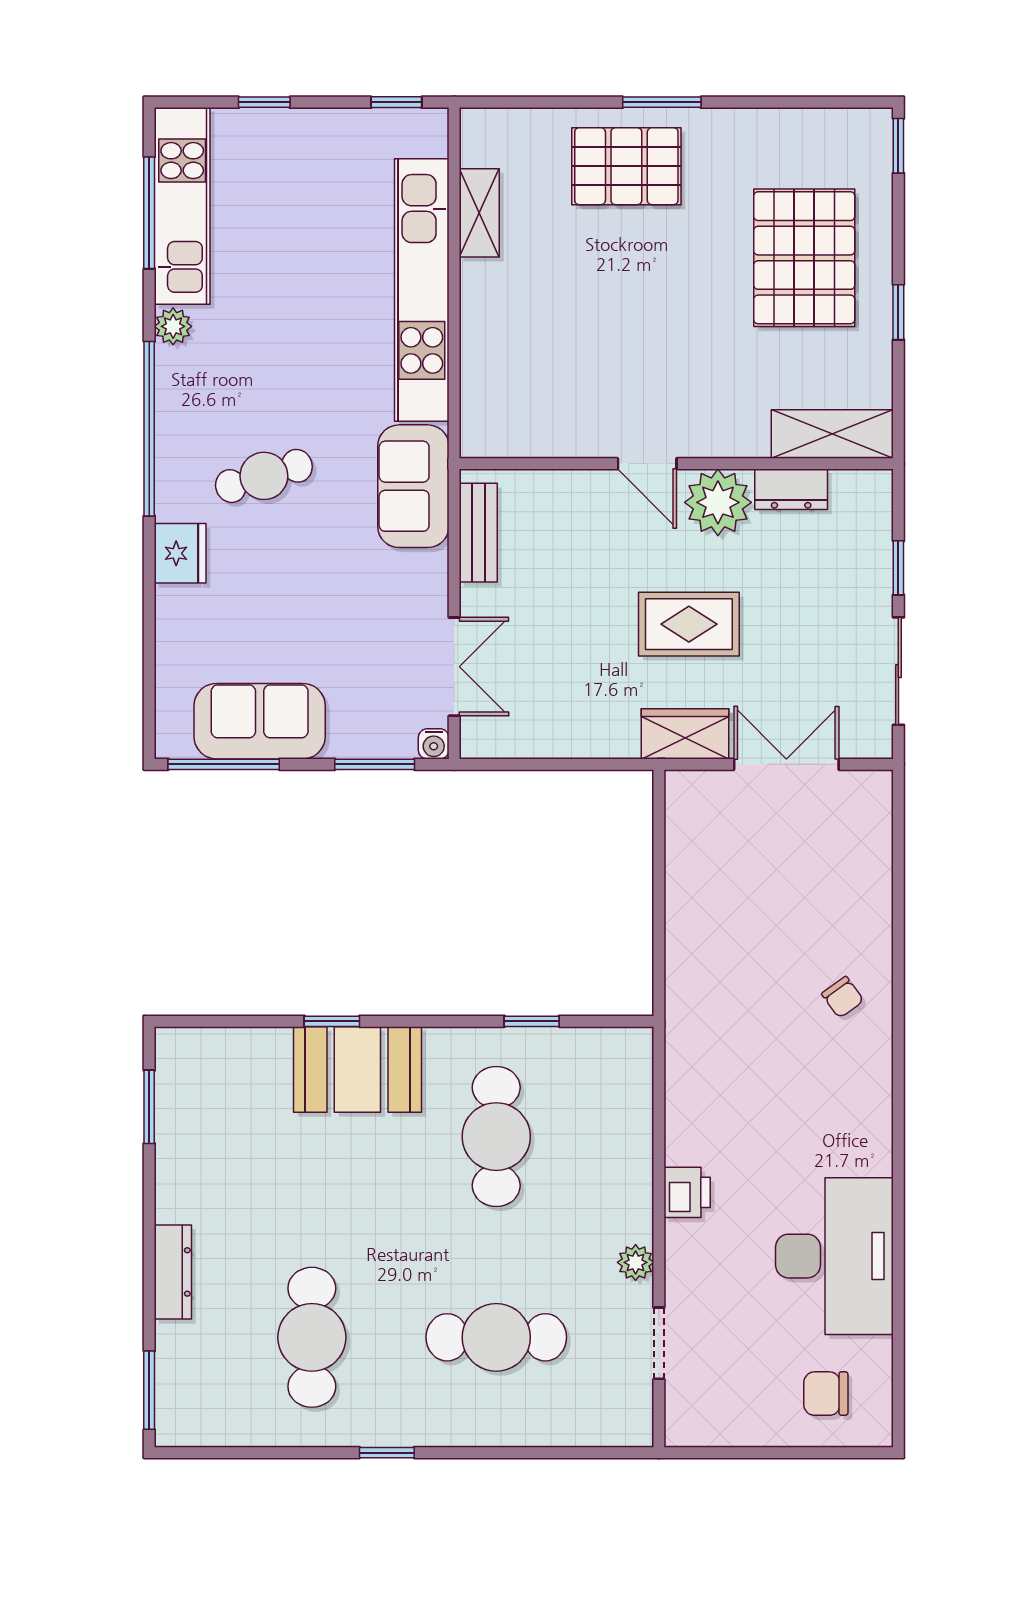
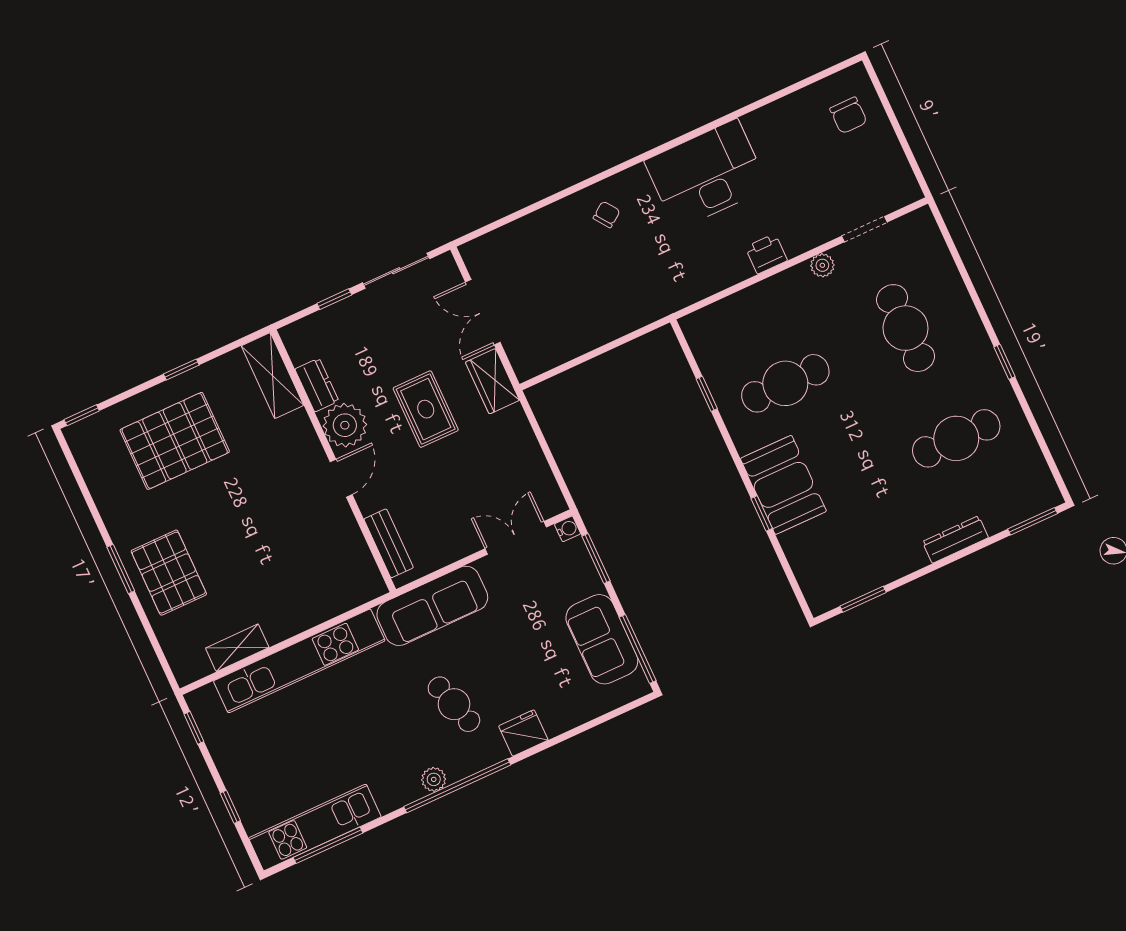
plant: (173, 326) -> (434, 779), moved
sofa: (413, 486) -> (432, 606), width x1.36
bench: (478, 533) -> (389, 543), moved, turned 90
desk: (834, 1256) -> (707, 174), moved

